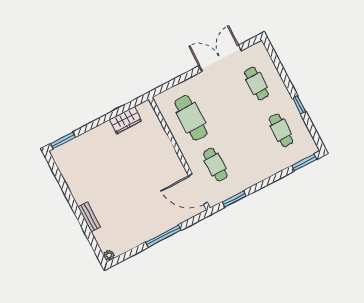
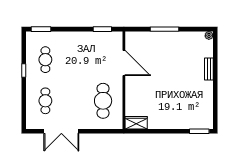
wardrobe: (125, 120) -> (136, 123), moved
cafe table: (215, 165) -> (103, 60), removed
door: (198, 189) -> (124, 63), moved

